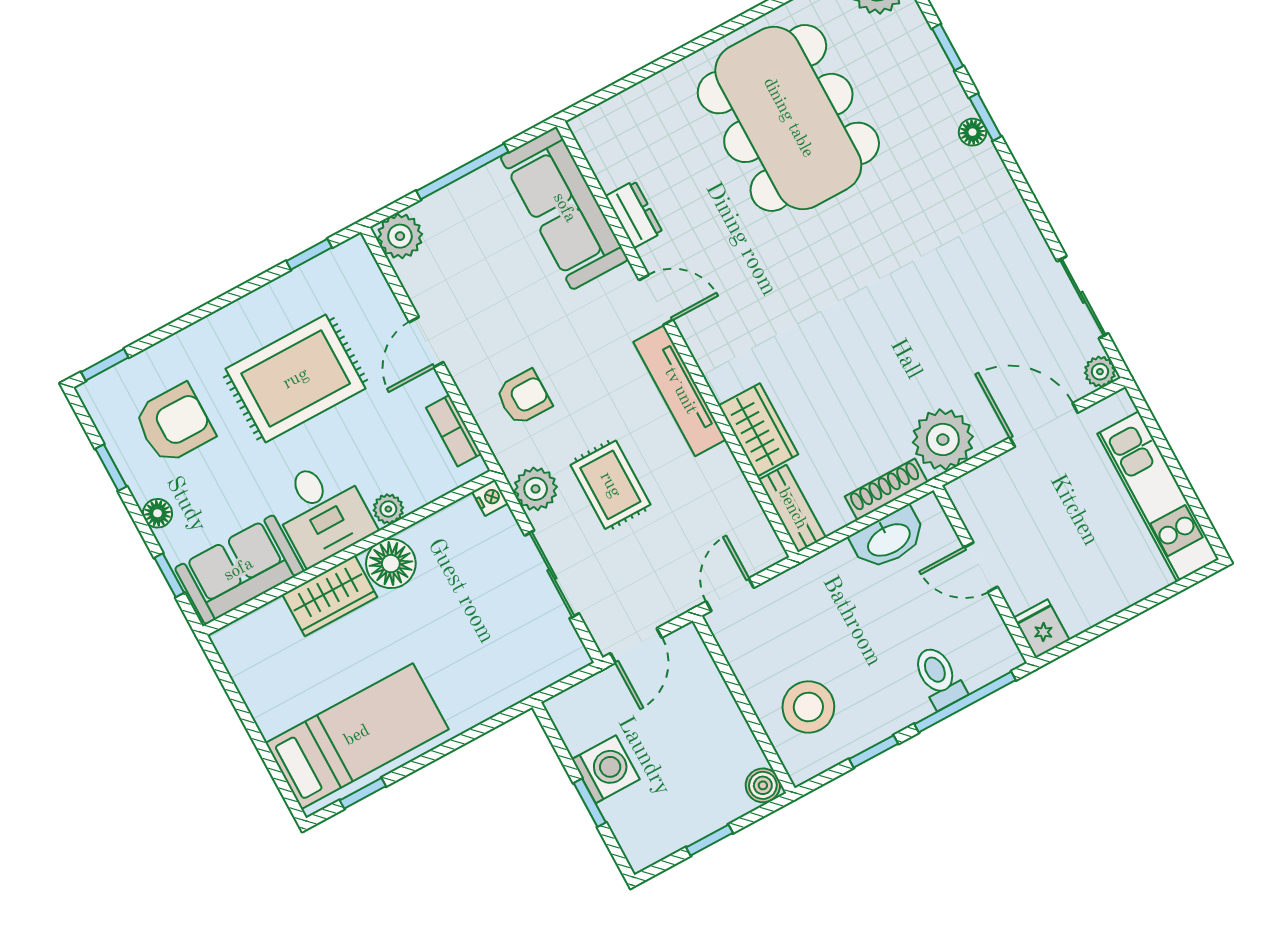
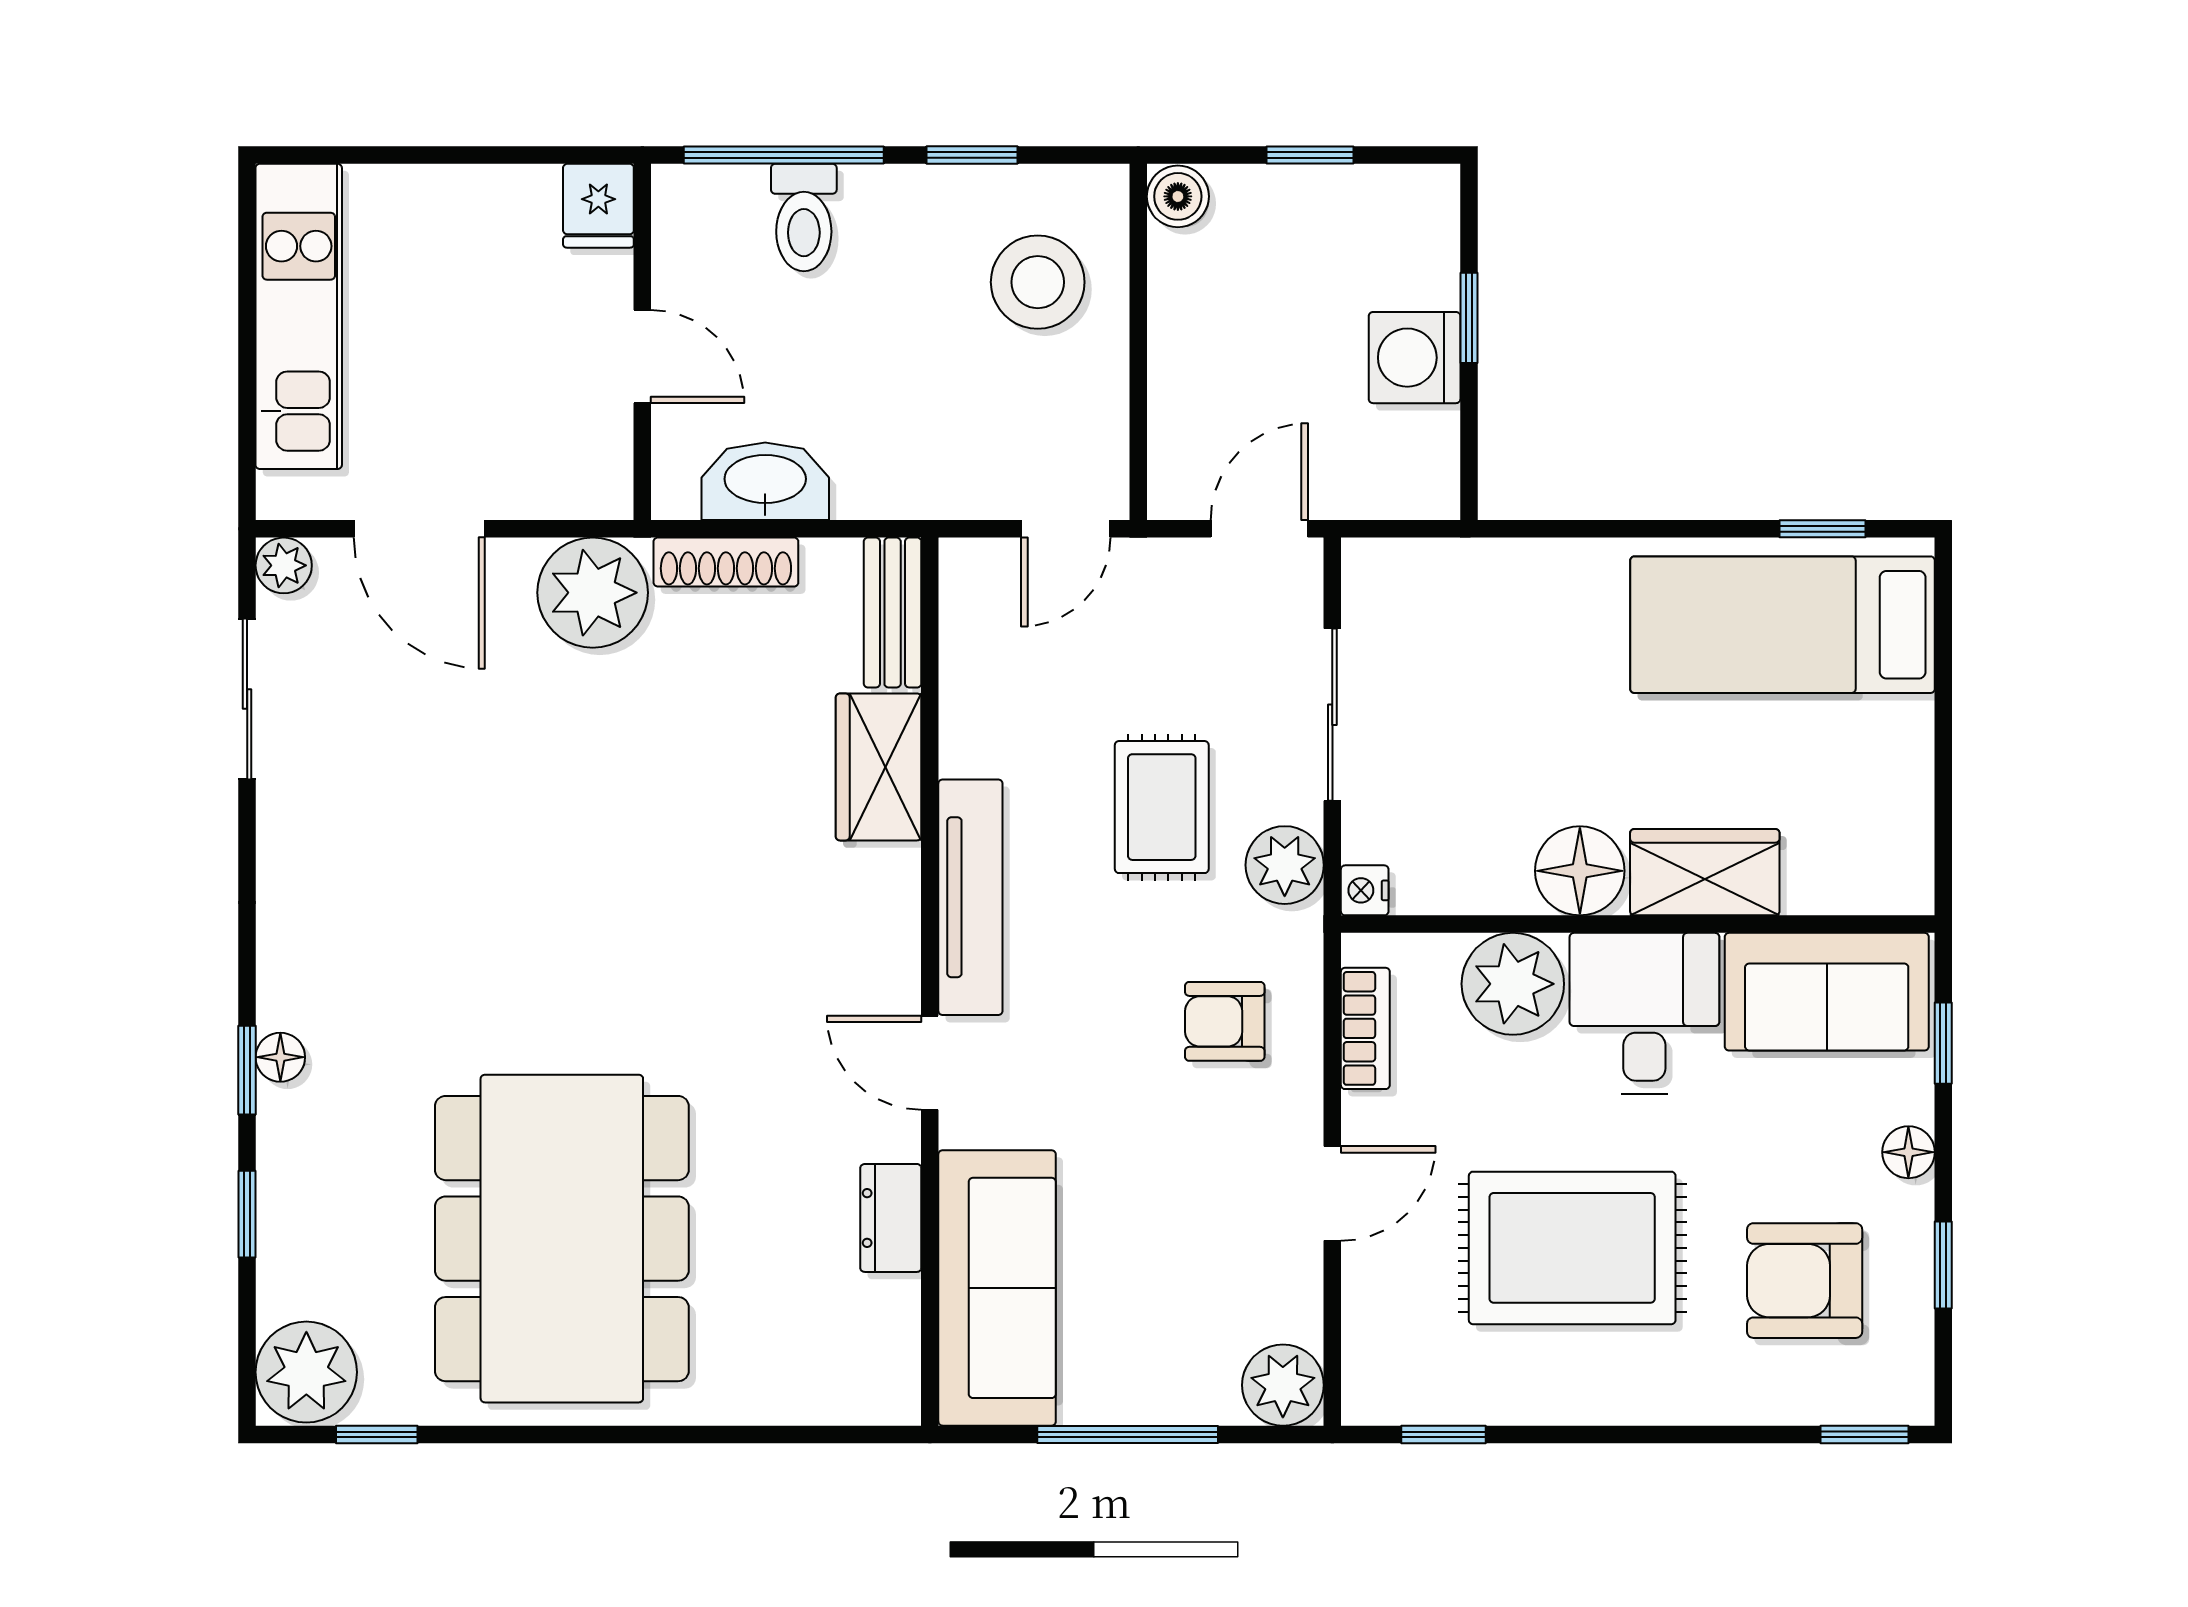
plant: (388, 509) -> (1513, 984), width x1.87, depth x1.87

